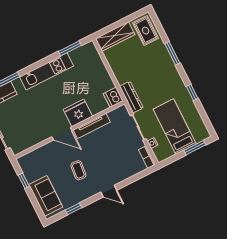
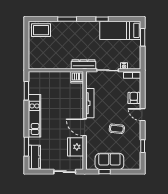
wardrobe: (115, 36) -> (34, 54), removed
fridge: (78, 113) -> (76, 147), moved
bed: (175, 127) -> (120, 30), moved
door: (62, 134) -> (85, 127), swing flipped
armchair: (122, 172) -> (134, 98), added
door: (109, 191) -> (143, 115), swing flipped
sofa: (46, 196) -> (109, 161), moved

